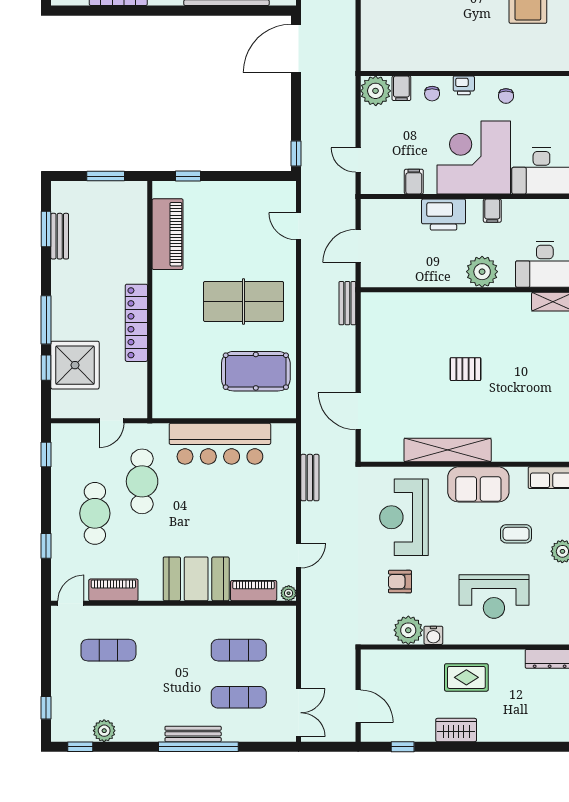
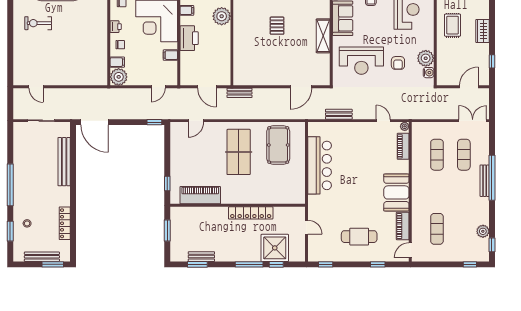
shelving: (448, 450) -> (323, 36), width x0.68
cafe table: (142, 481) -> (341, 210), removed
booth: (196, 579) -> (396, 192), moved
door: (71, 603) -> (410, 250), hinge flipped
water cooler: (433, 635) -> (429, 73), moved

